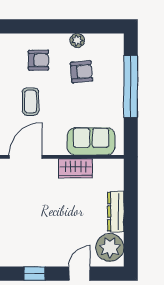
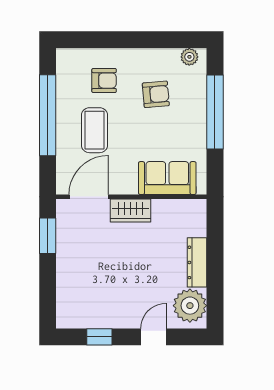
plant: (77, 40) -> (189, 57), moved
coffee table: (30, 102) -> (95, 130), width x1.36, depth x1.30
wardrobe: (76, 168) -> (130, 210), moved

